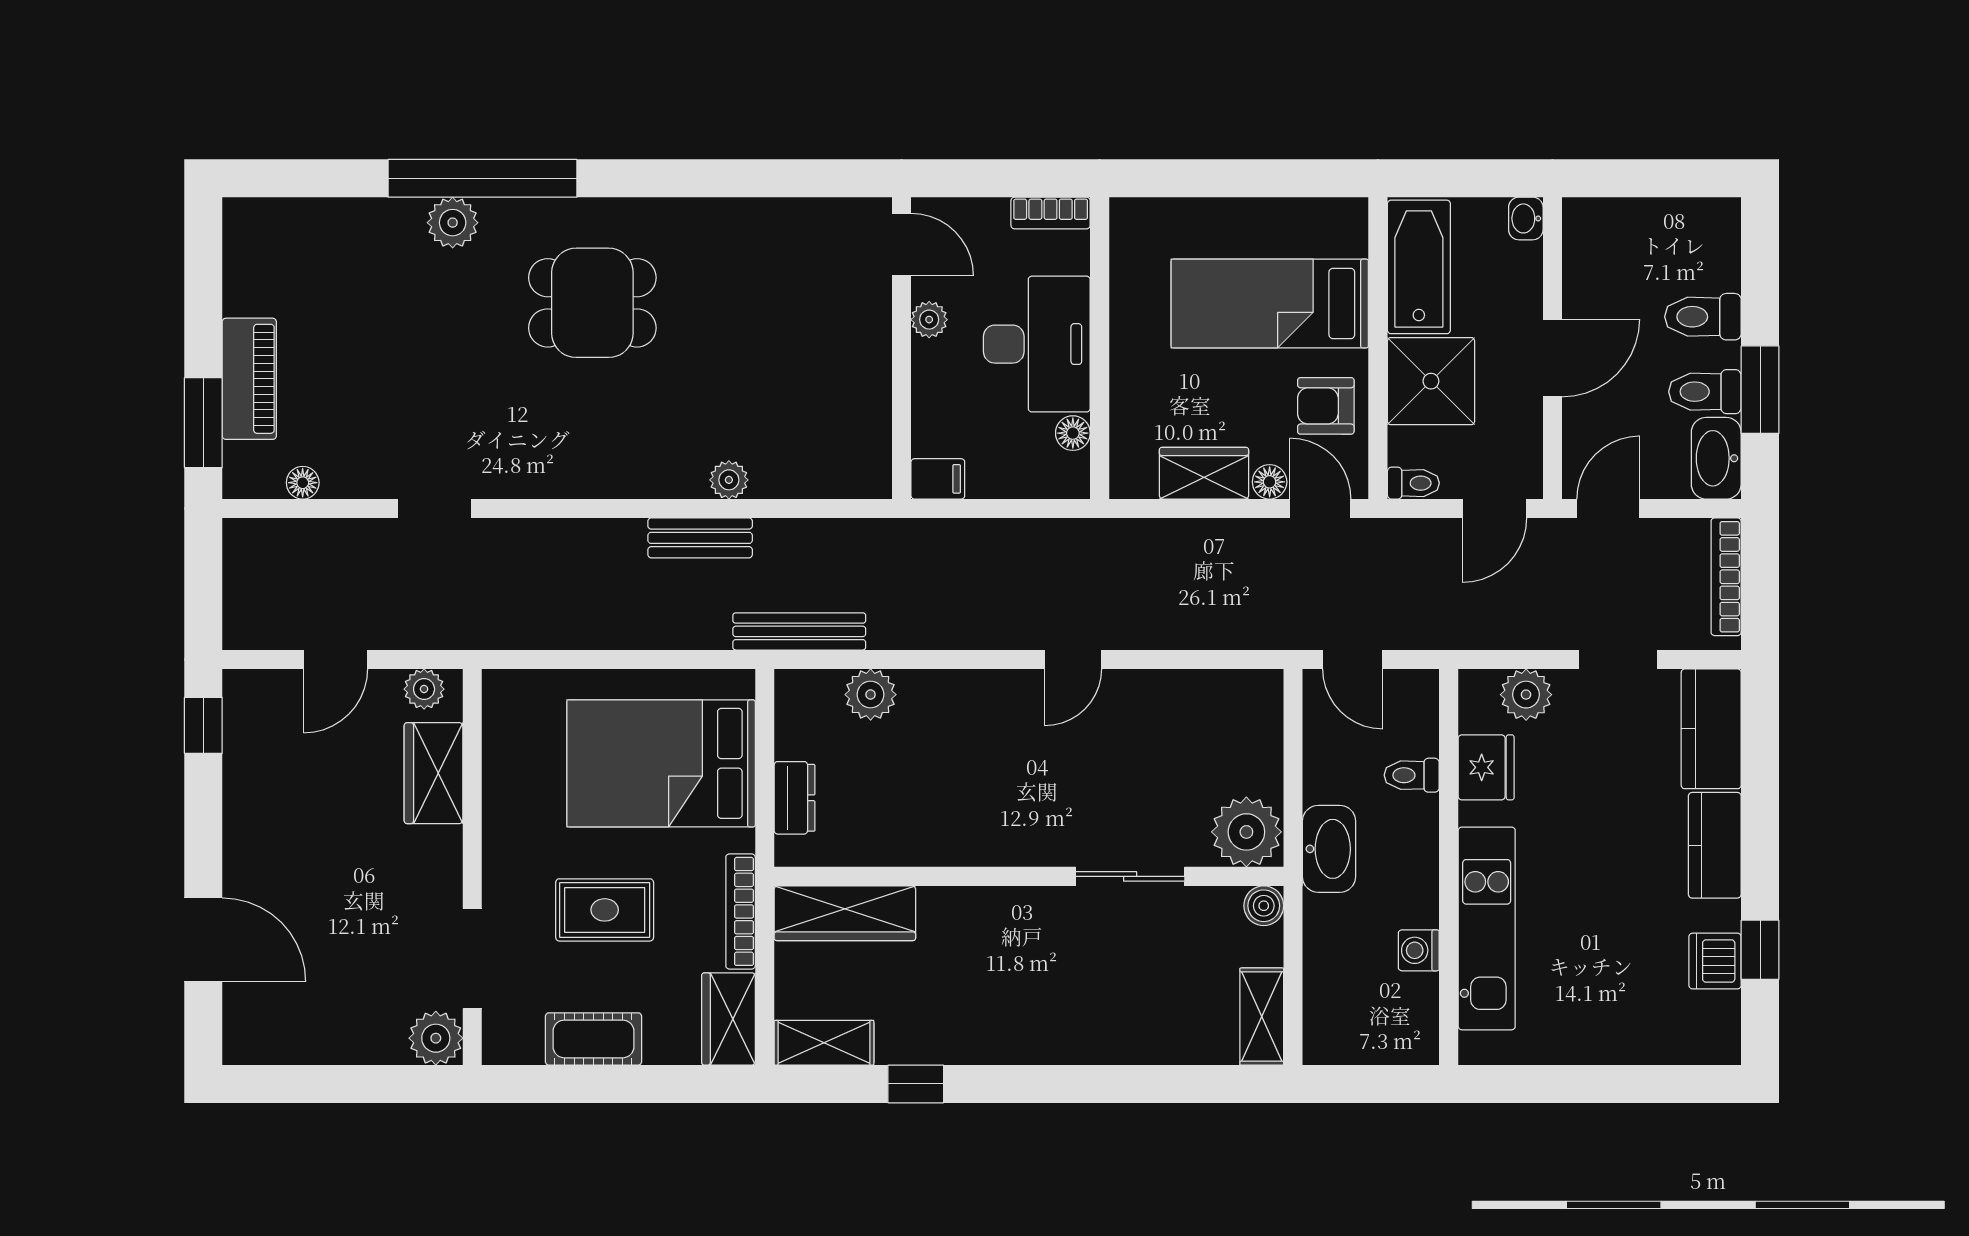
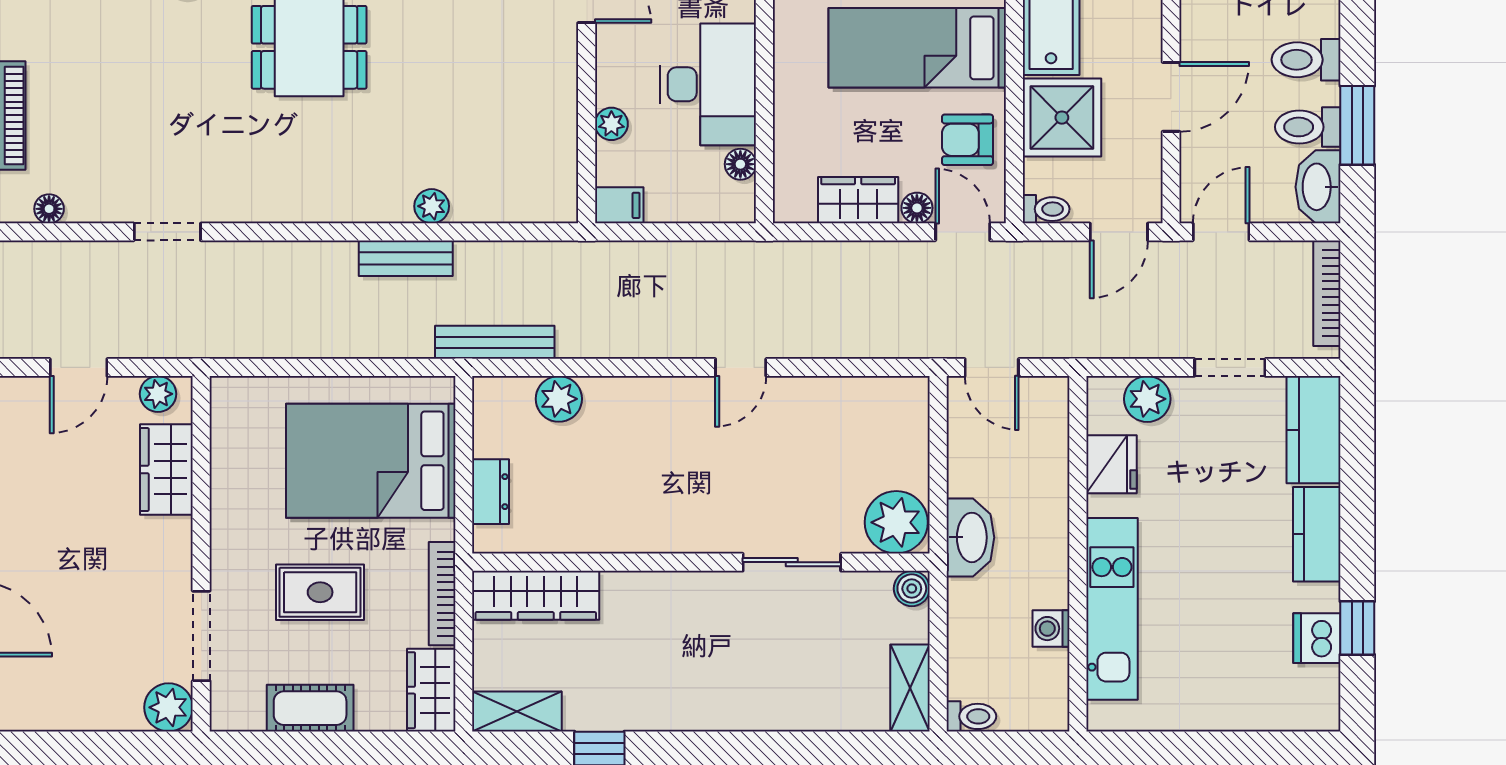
plant: (929, 320) -> (611, 124), moved
toilet: (1412, 775) -> (971, 716), moved, turned 180

